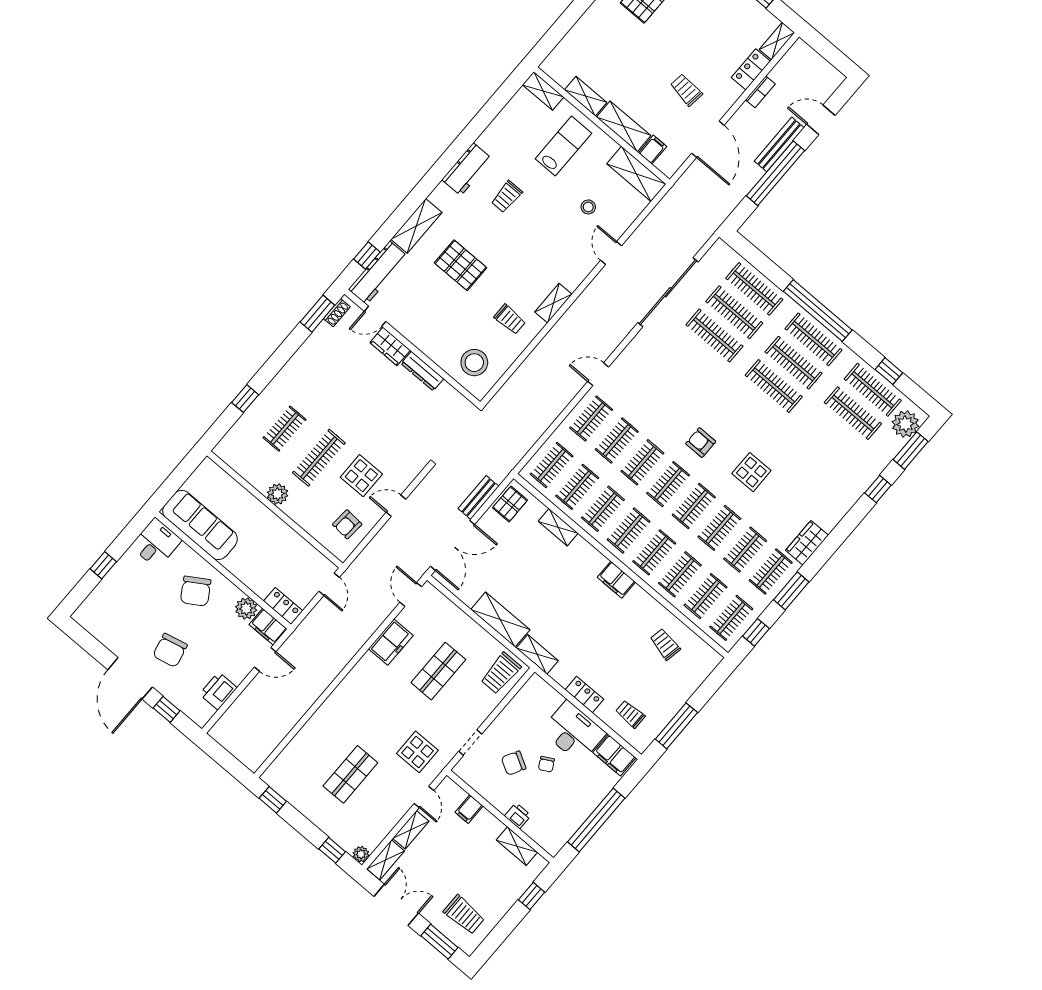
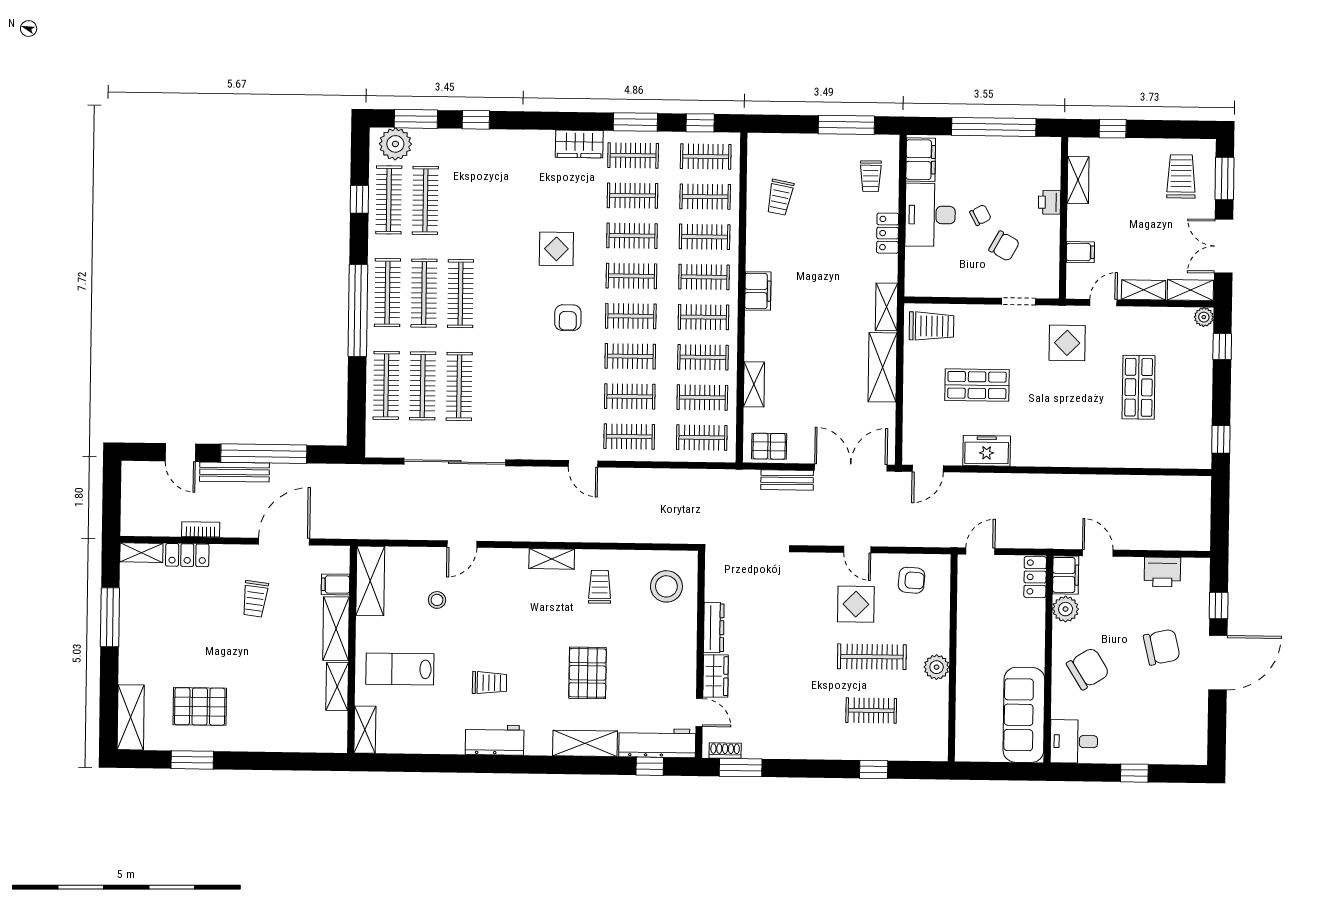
shop shelf: (350, 774) -> (1139, 387), turned 90

